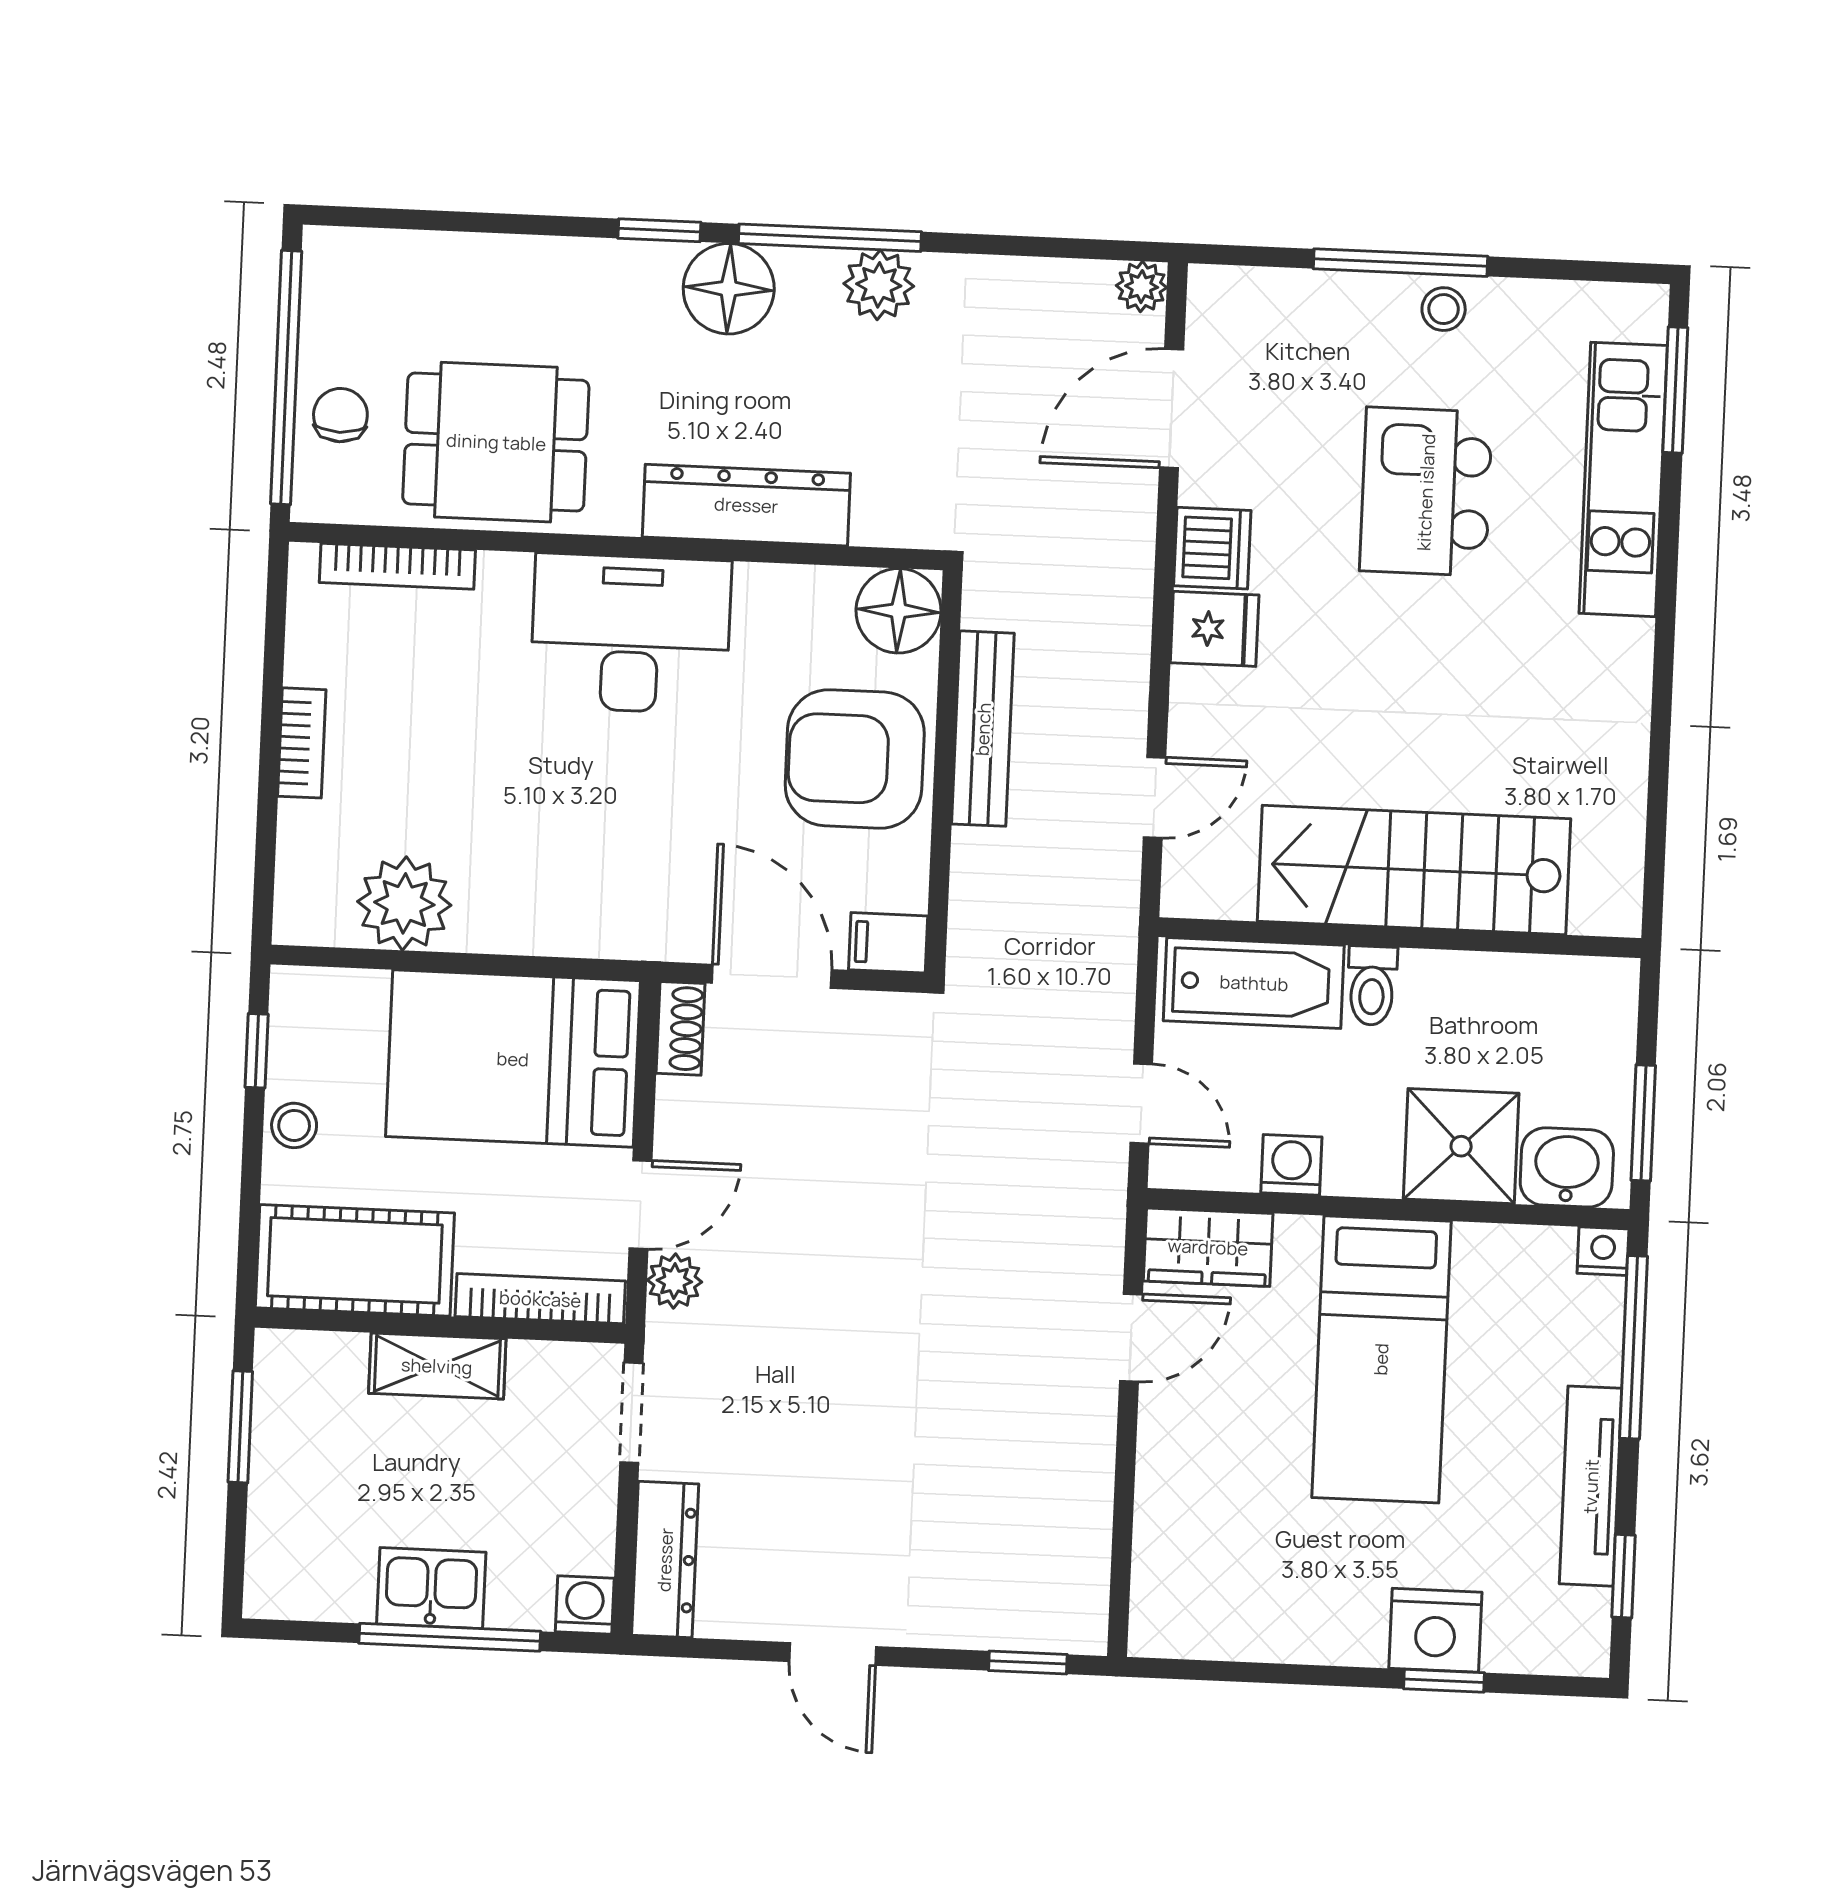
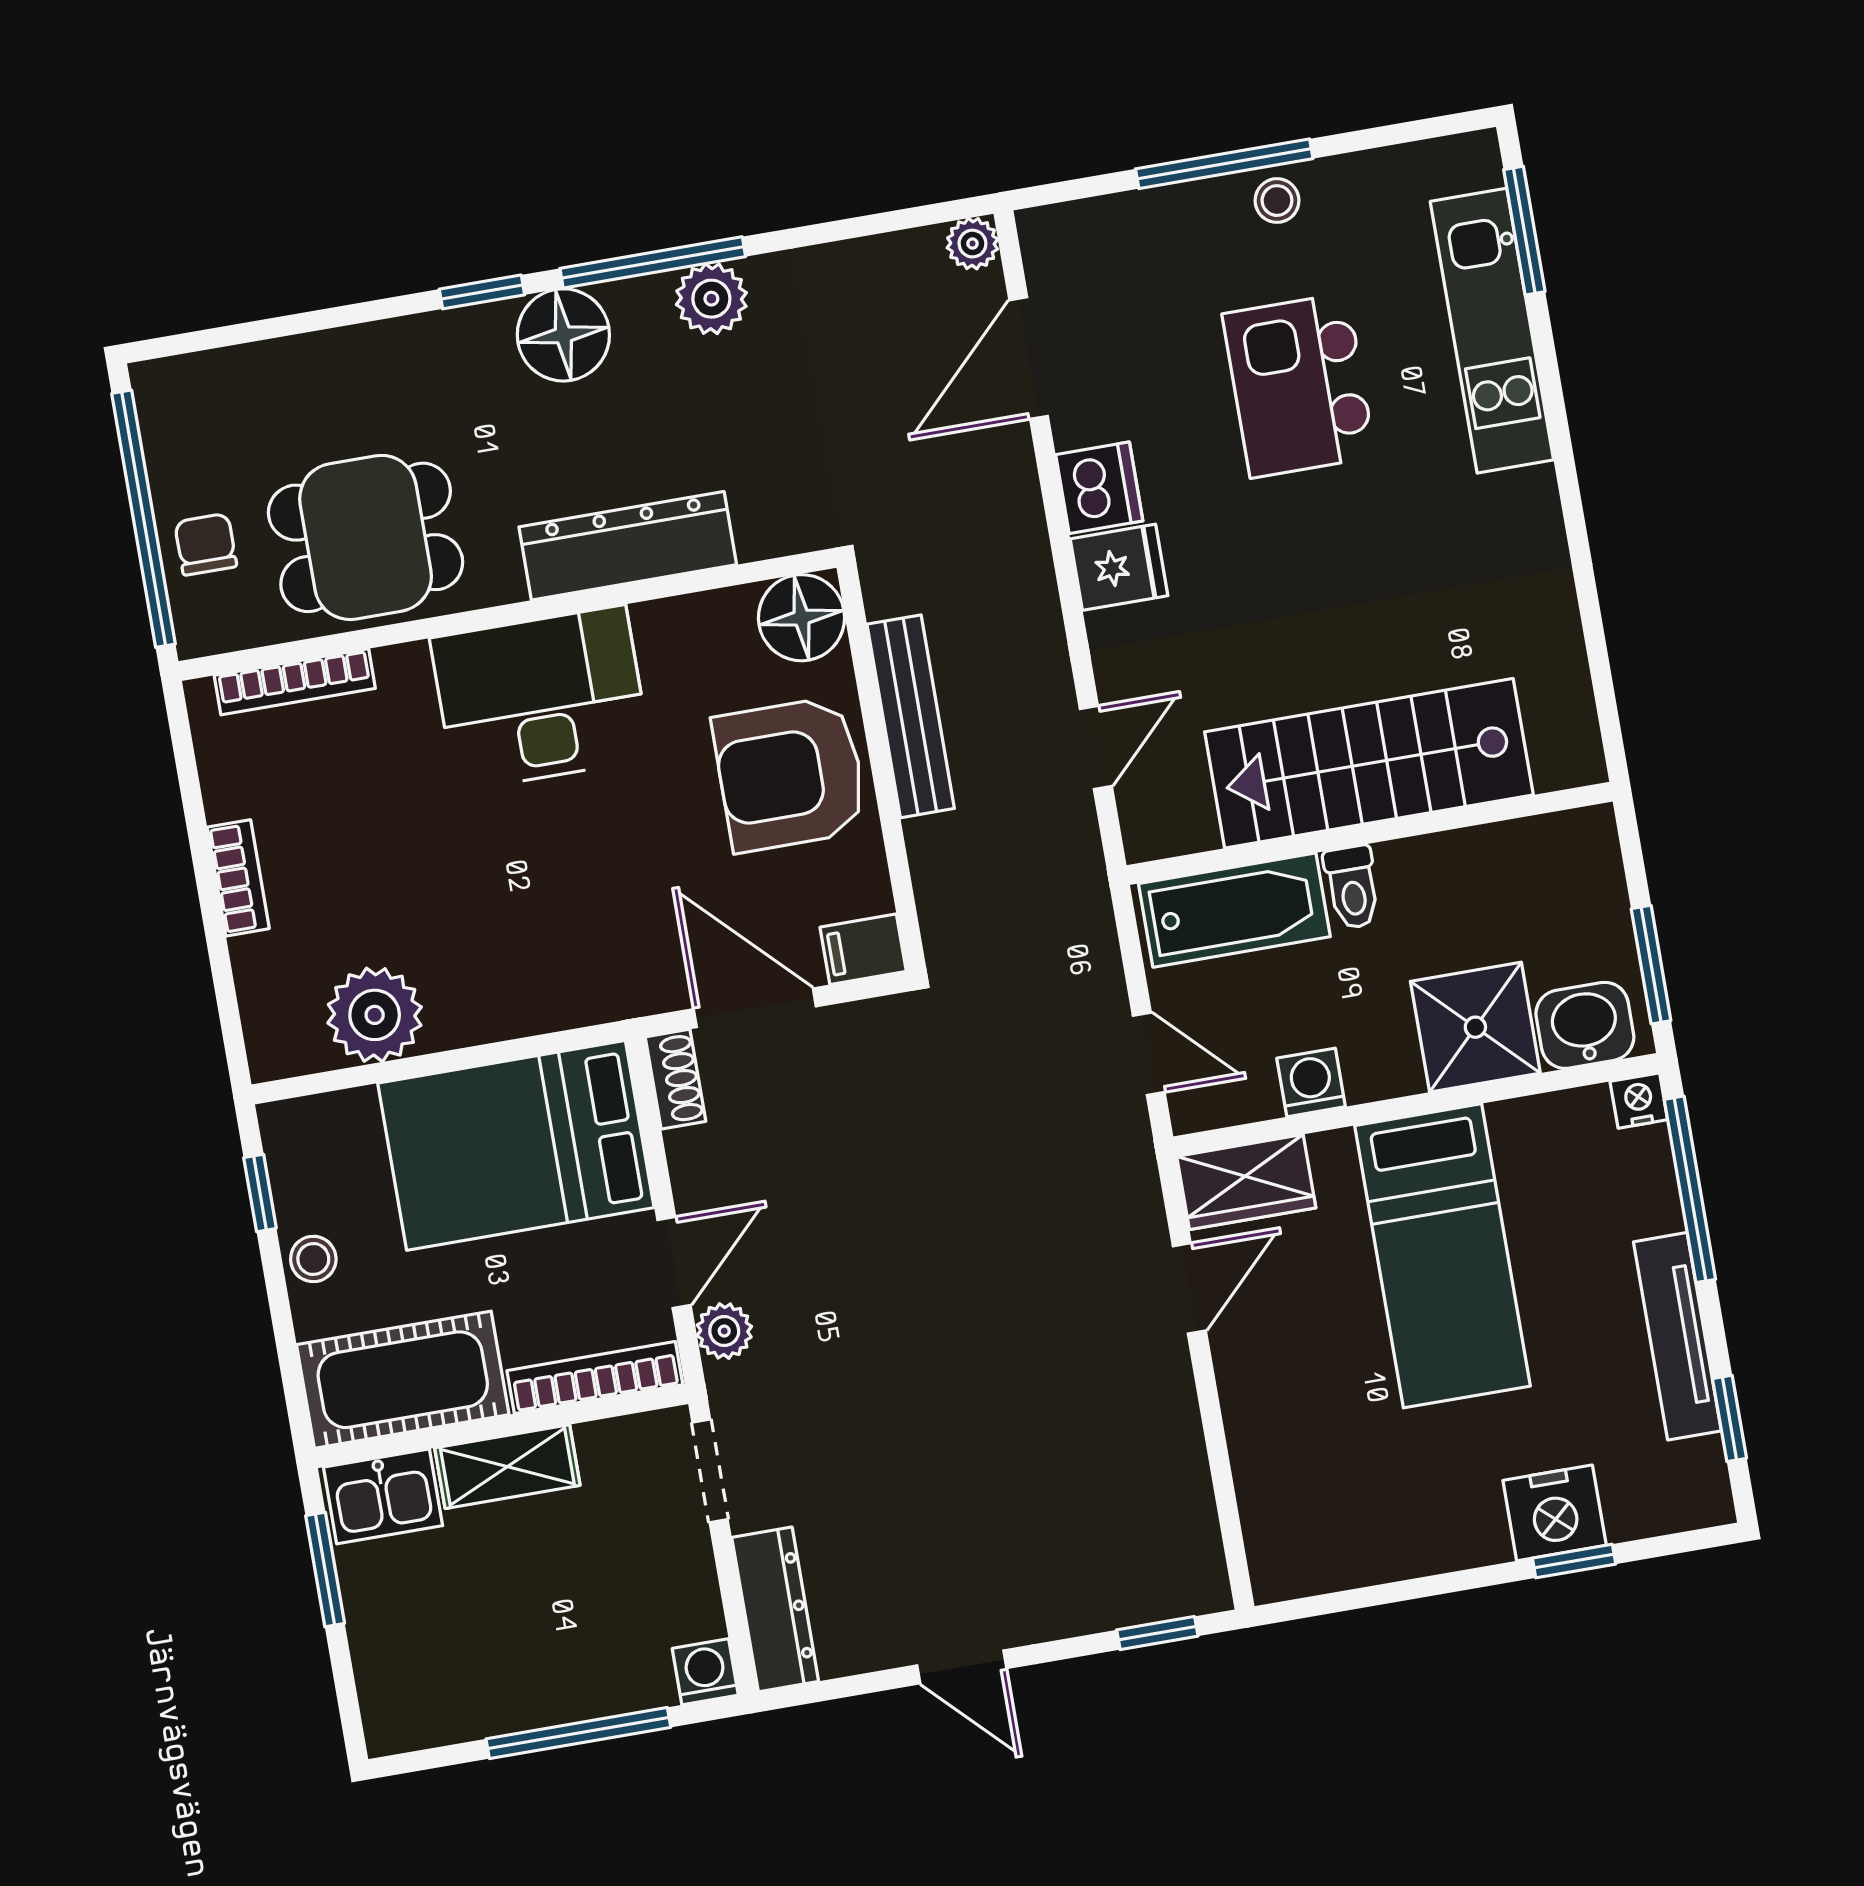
kitchen sink: (431, 1588) -> (383, 1496), moved, turned 180

